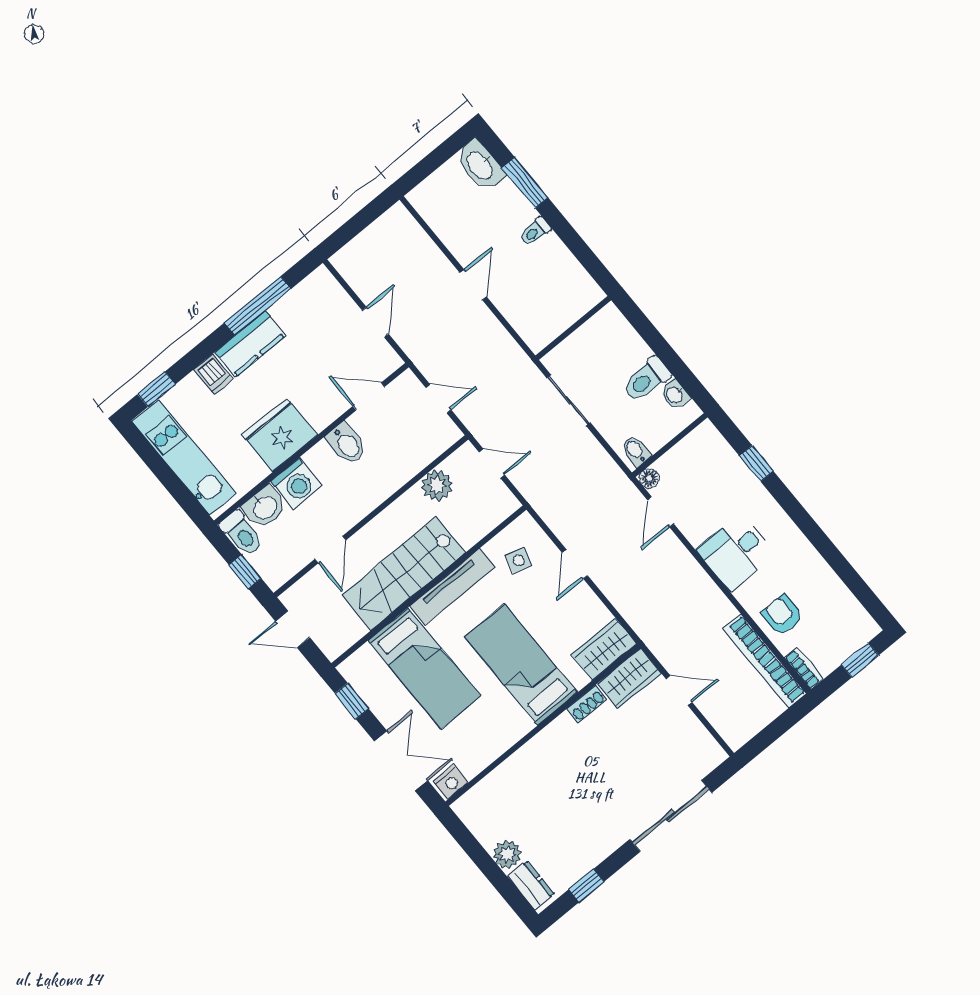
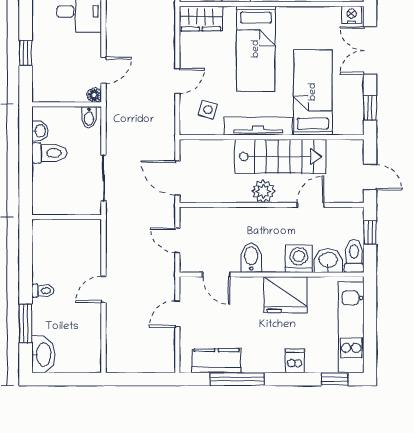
kitchen counter: (250, 344) -> (216, 361), moved
door: (492, 463) -> (177, 178), width x1.38
plant: (437, 485) -> (263, 191), moved

